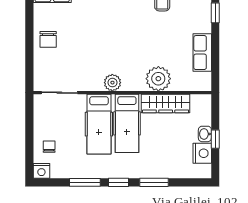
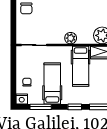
hospital bed: (99, 124) -> (52, 83), moved, turned 180
window: (85, 182) -> (41, 107), moved

